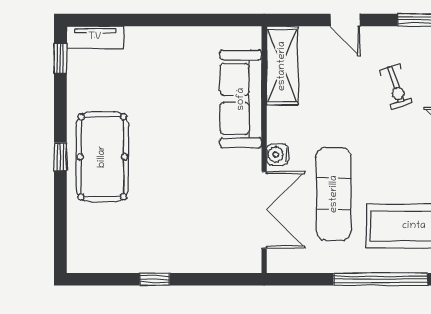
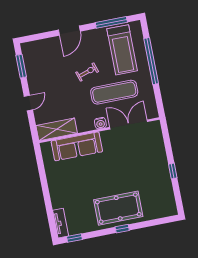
exercise bike: (396, 86) -> (87, 72), moved

